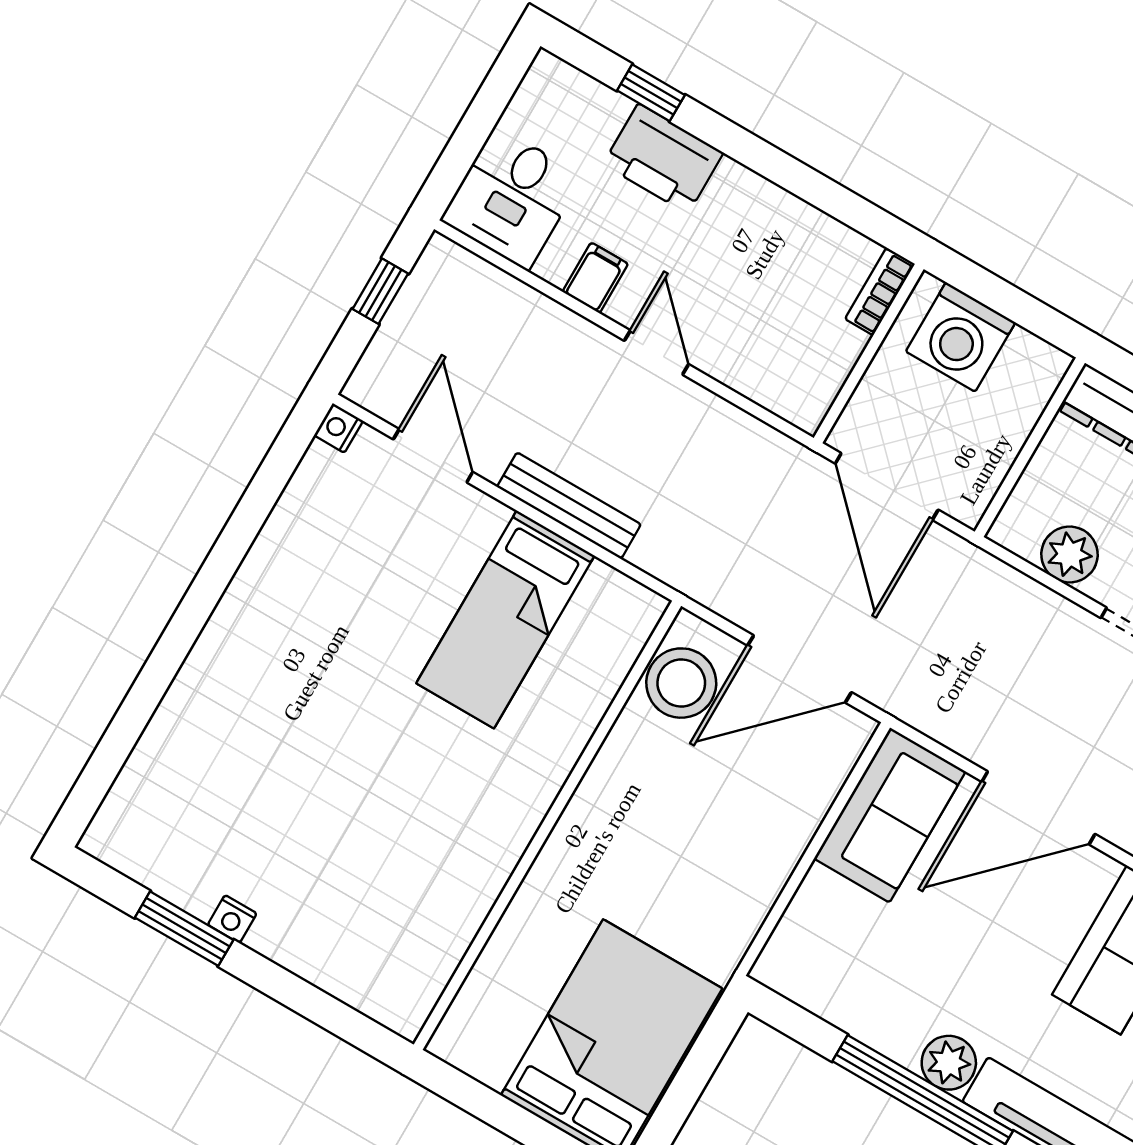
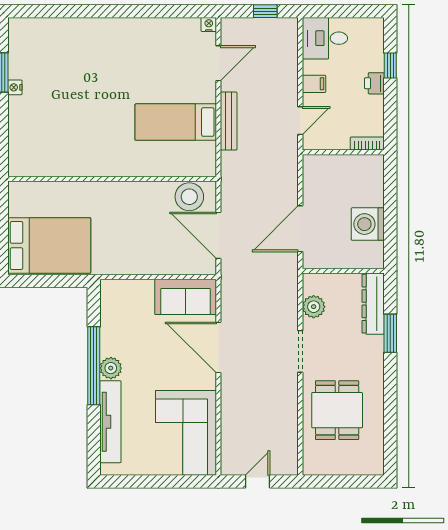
printer: (663, 159) -> (374, 83), width x0.53, depth x0.68
bookcase: (880, 292) -> (367, 144), moved
wall: (869, 354) -> (343, 152), moved

